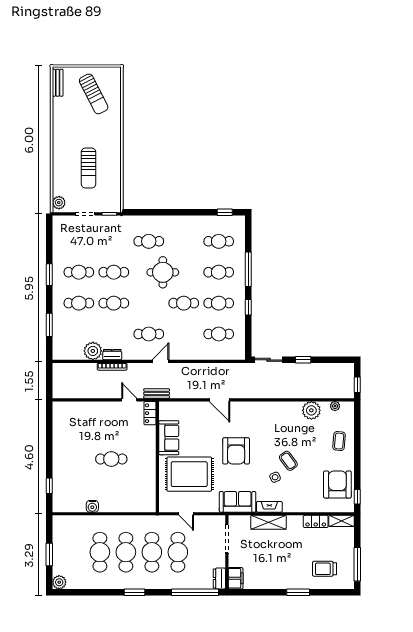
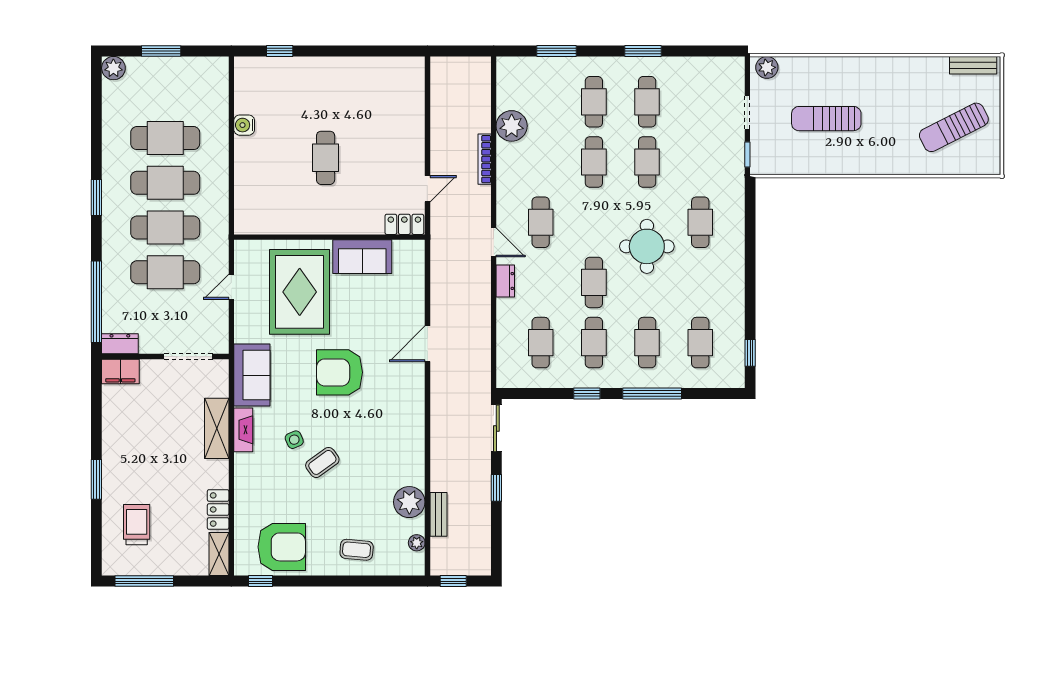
dresser: (112, 355) -> (505, 281), moved
bench: (157, 393) -> (438, 514), moved

